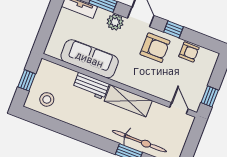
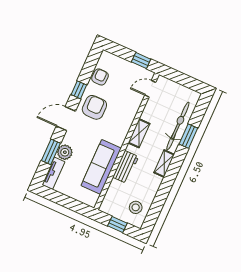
plant: (115, 22) -> (65, 152), moved
shelving: (128, 101) -> (139, 133), width x0.67, depth x0.75
shelving: (97, 128) -> (164, 164), added

